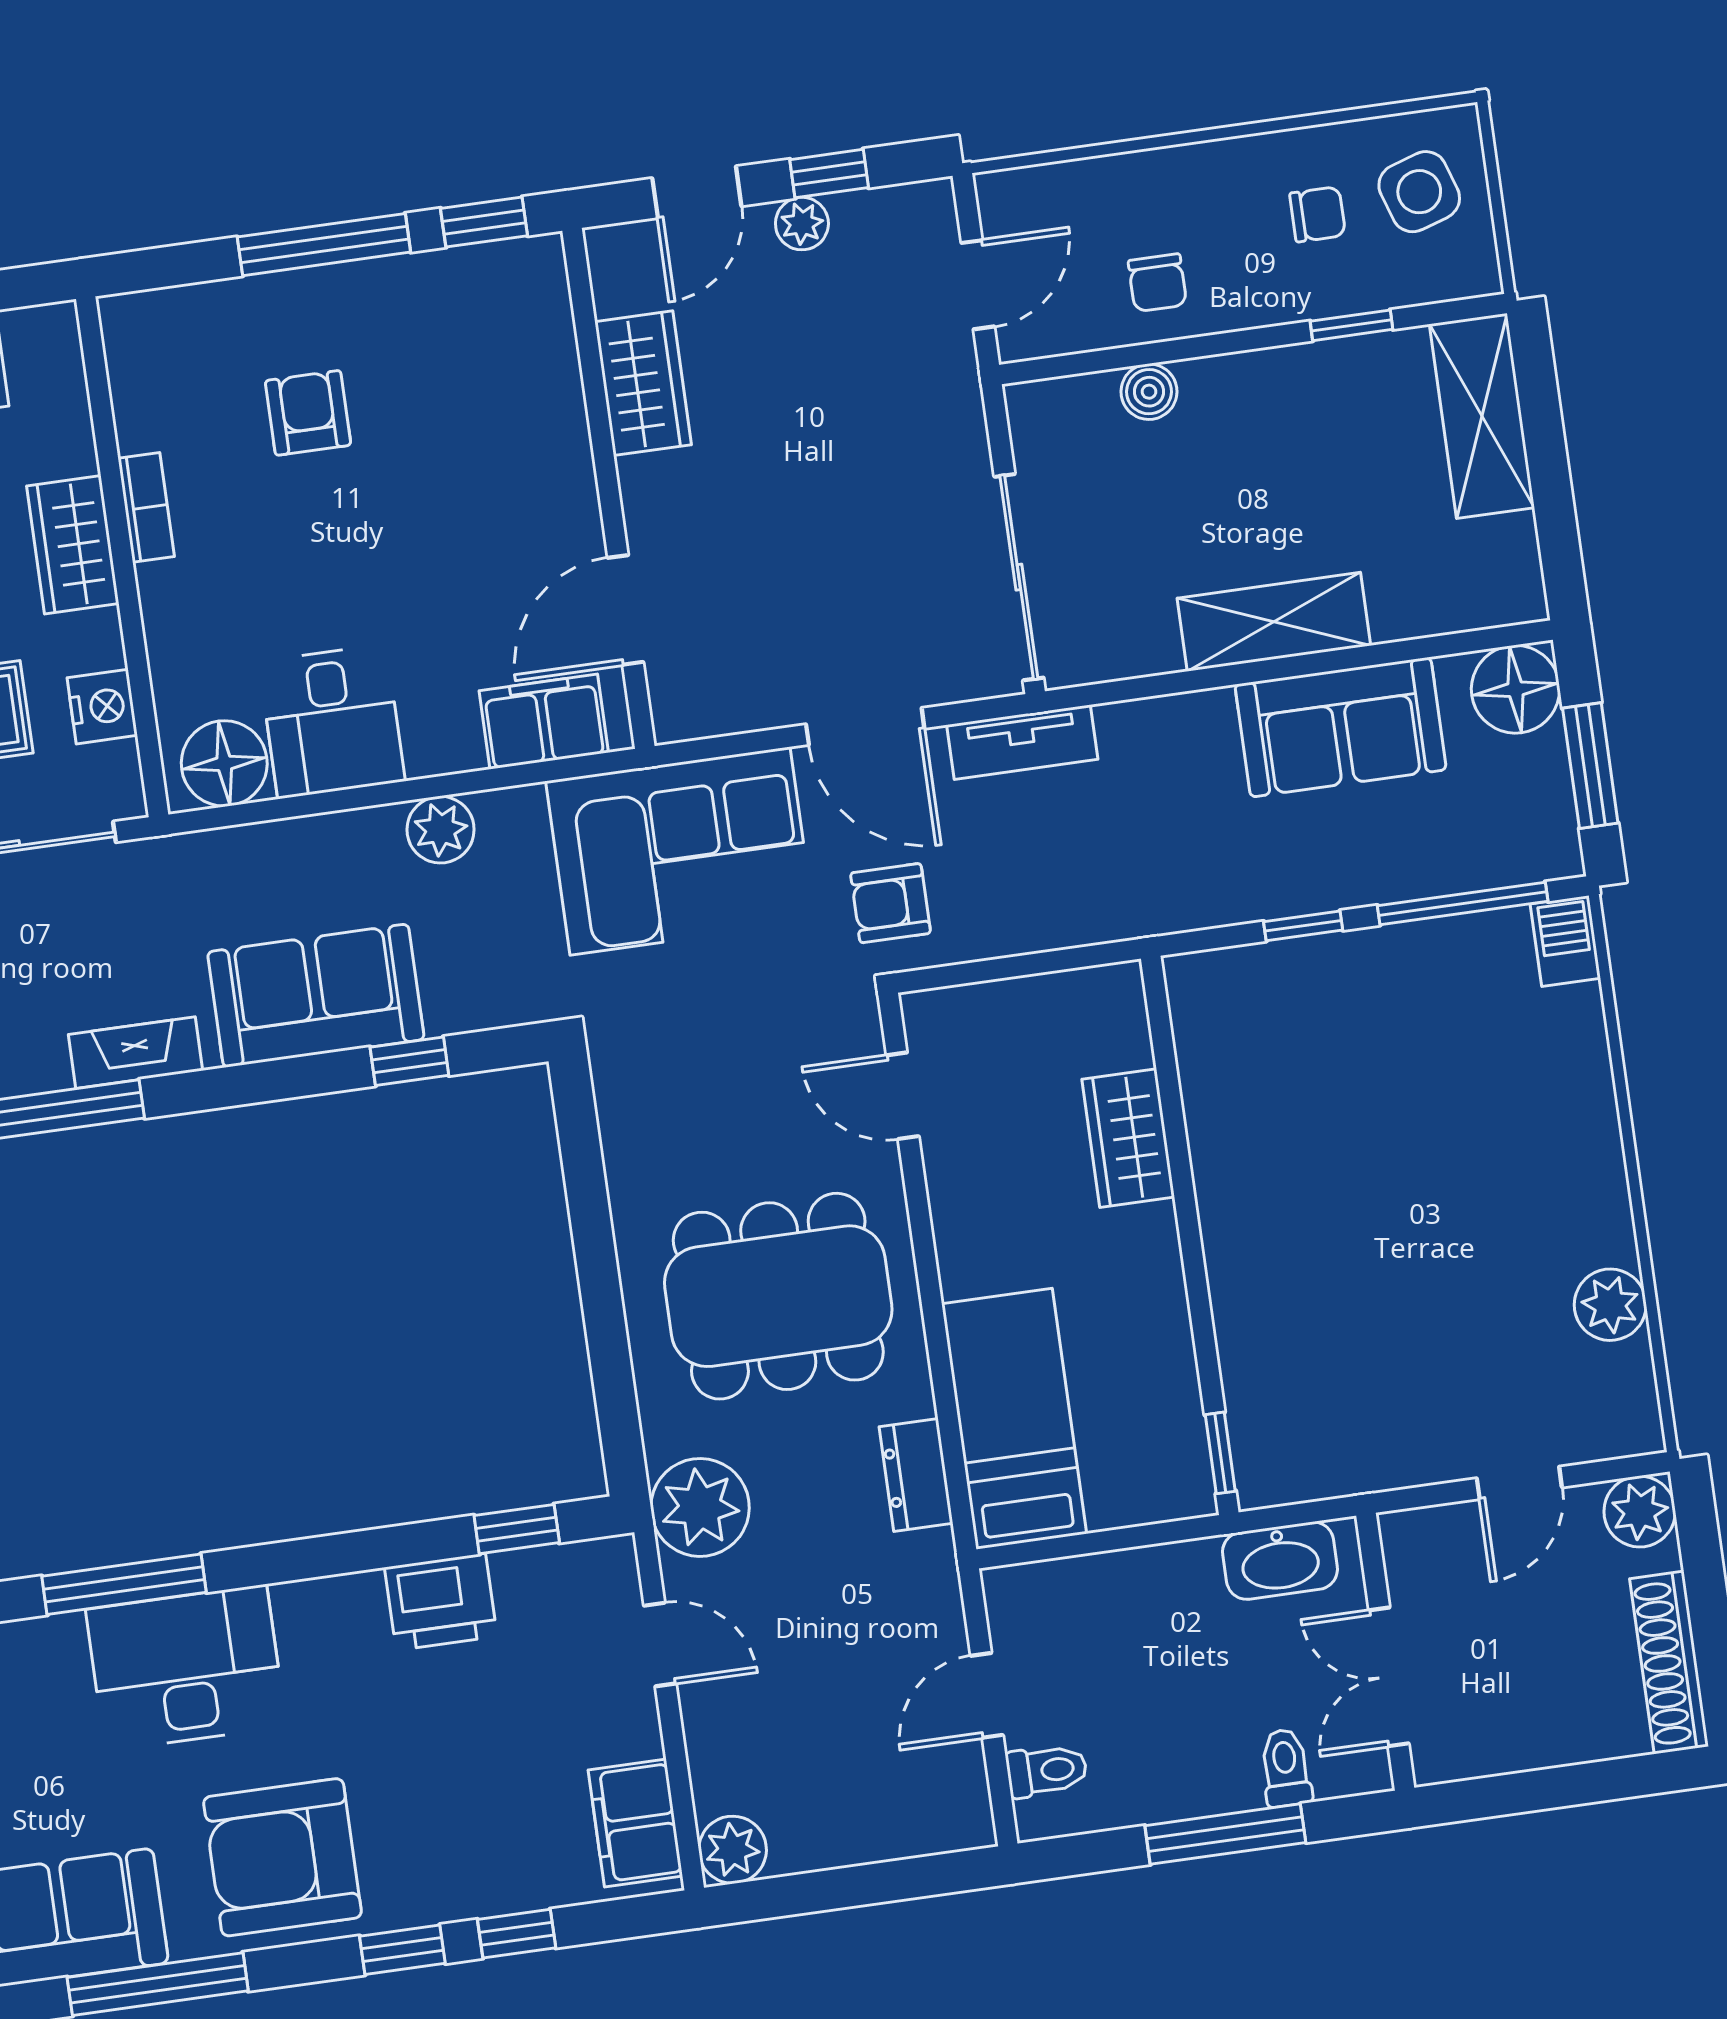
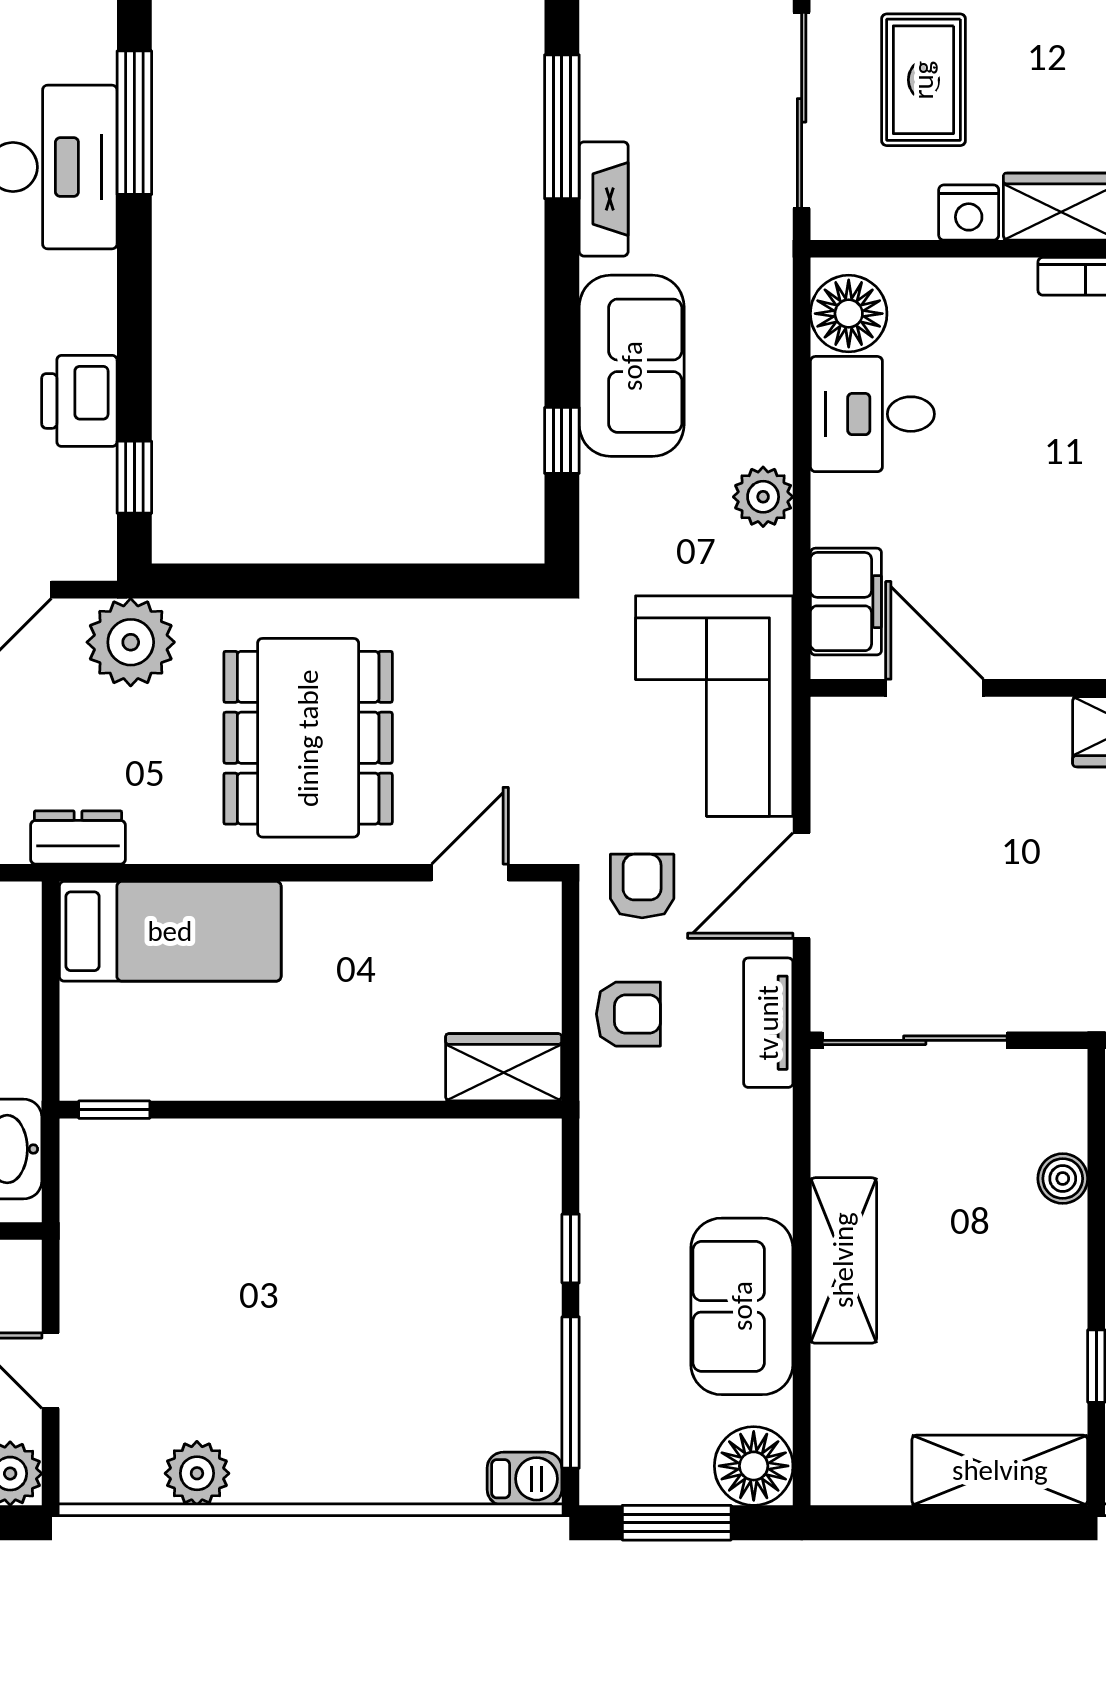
nightstand: (102, 707) -> (969, 213), moved
armchair: (1034, 898) -> (628, 1014), added
wardrobe: (1128, 1138) -> (504, 1067), moved
dresser: (916, 1475) -> (78, 837), moved

